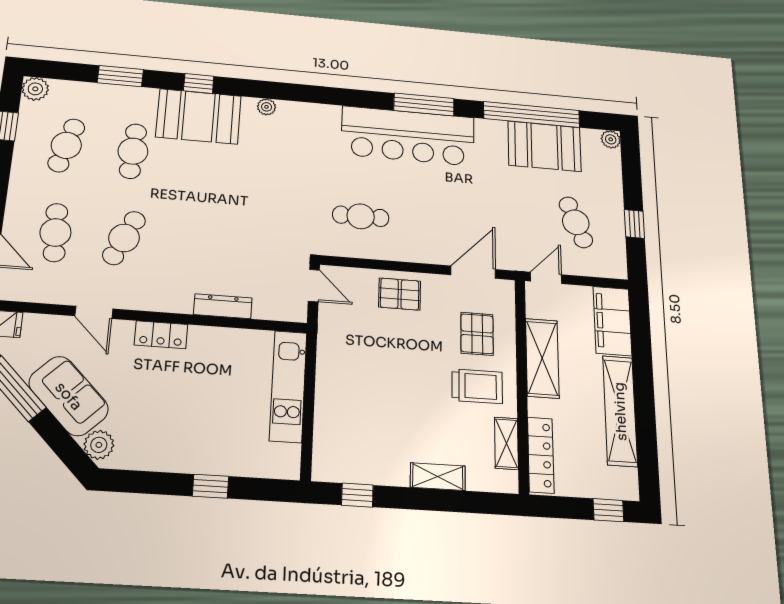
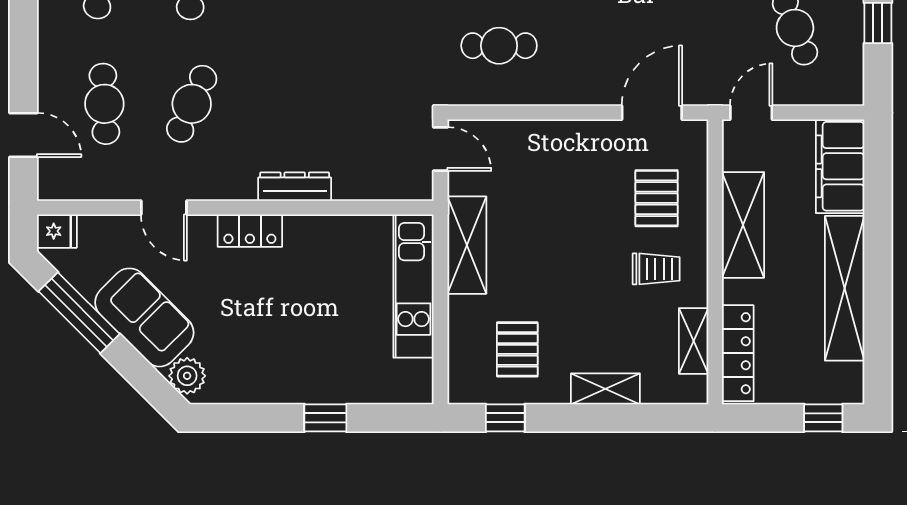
pallet: (400, 294) -> (517, 349), moved, turned 90
dresser: (223, 306) -> (295, 187), moved
shelving: (331, 358) -> (467, 245), added
trolley: (477, 386) -> (656, 269), width x0.73, depth x0.72

